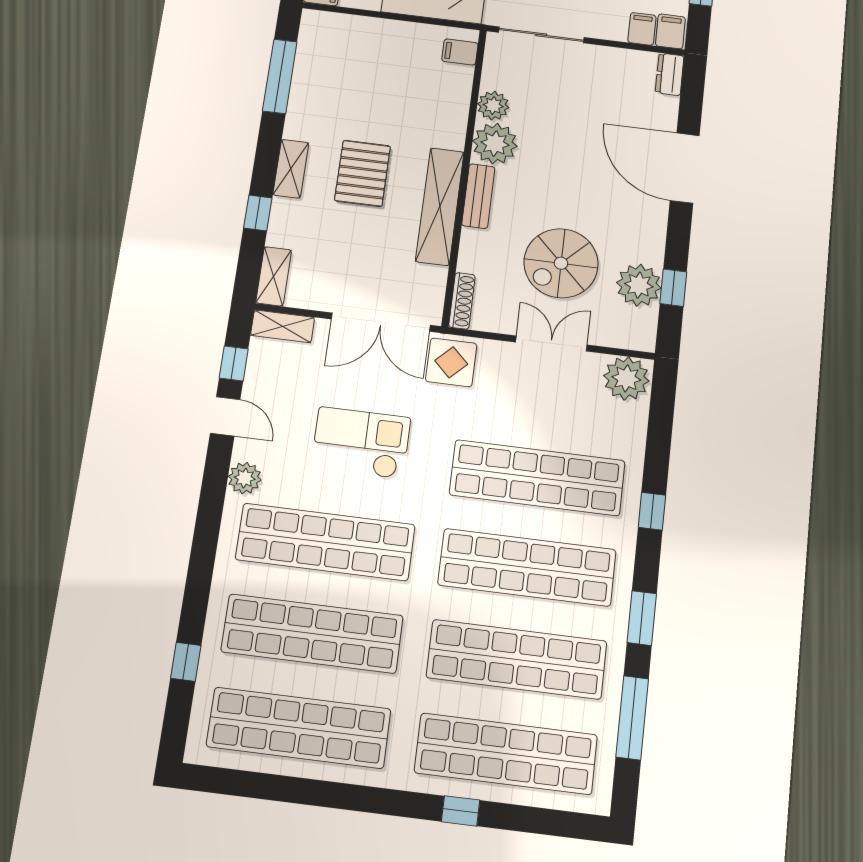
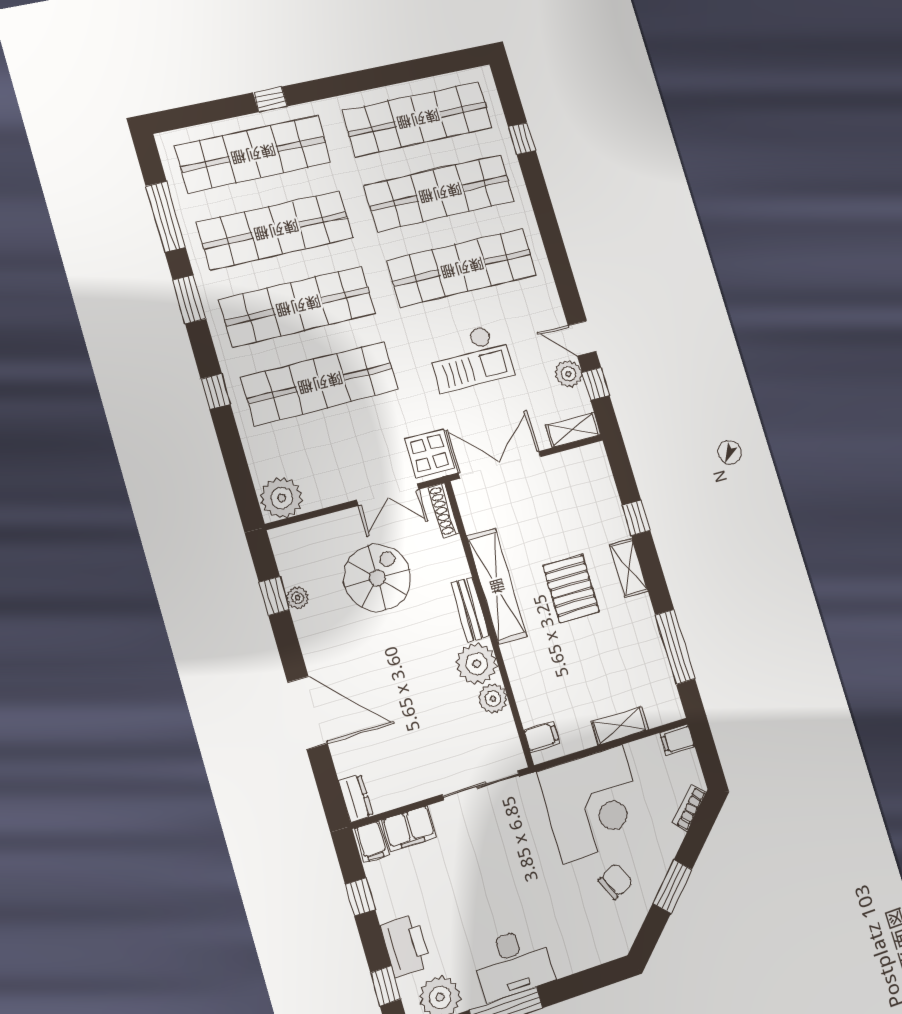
filing cabinet: (642, 29) -> (409, 829), width x2.00
shelving: (274, 276) -> (620, 726), moved, turned 90
plant: (639, 285) -> (298, 598), width x0.53, depth x0.53
double door: (551, 343) -> (388, 495), moved
plant: (245, 478) -> (569, 374), moved

